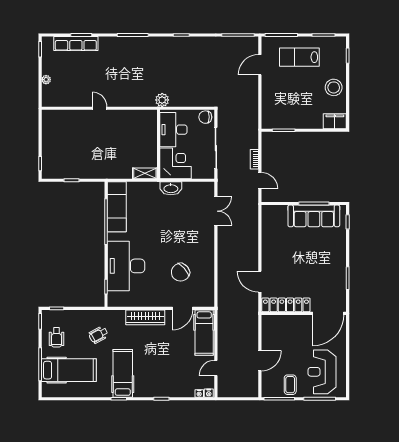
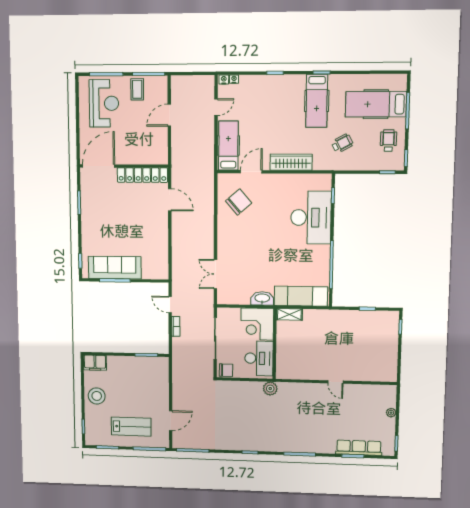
exam couch: (117, 207) -> (301, 296), moved, turned 90
chair: (180, 272) -> (239, 202), moved

